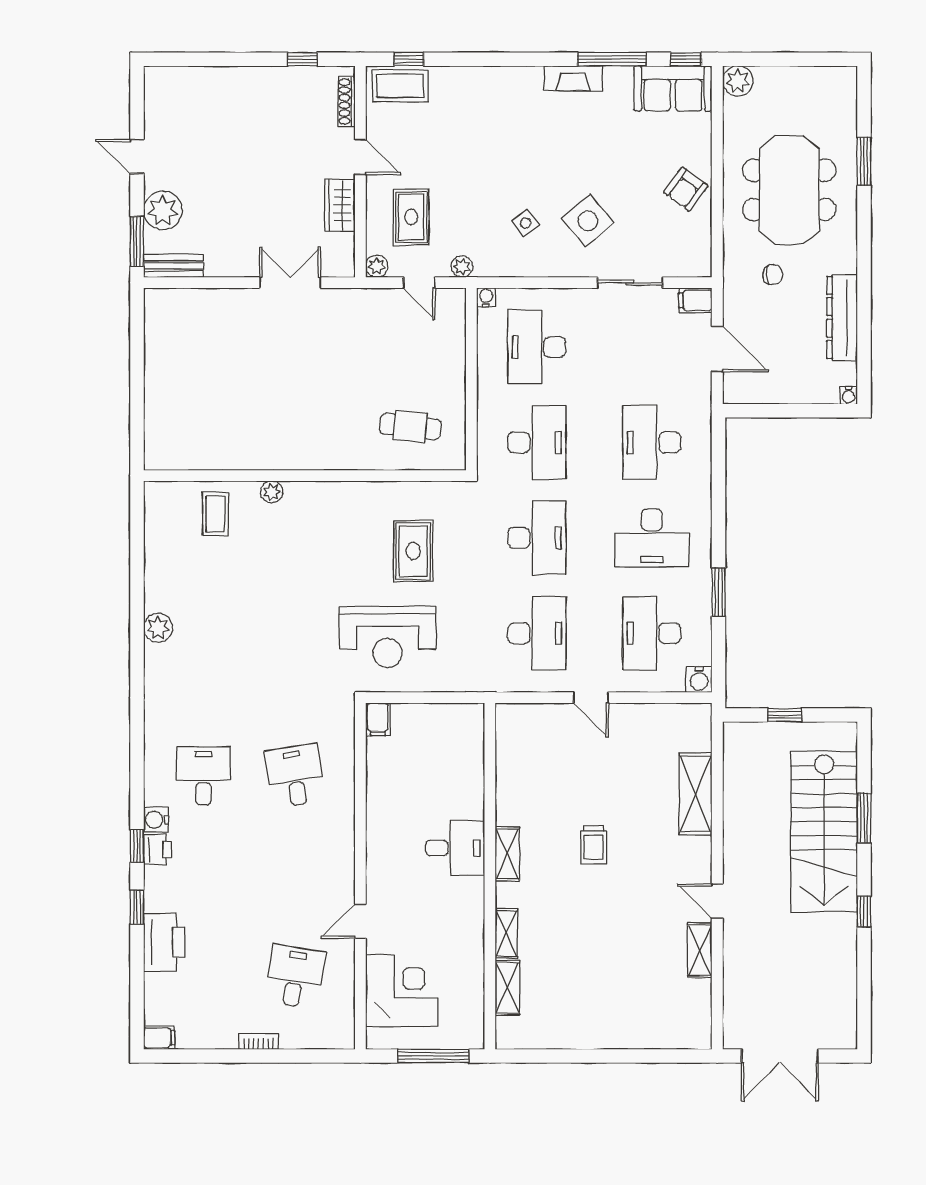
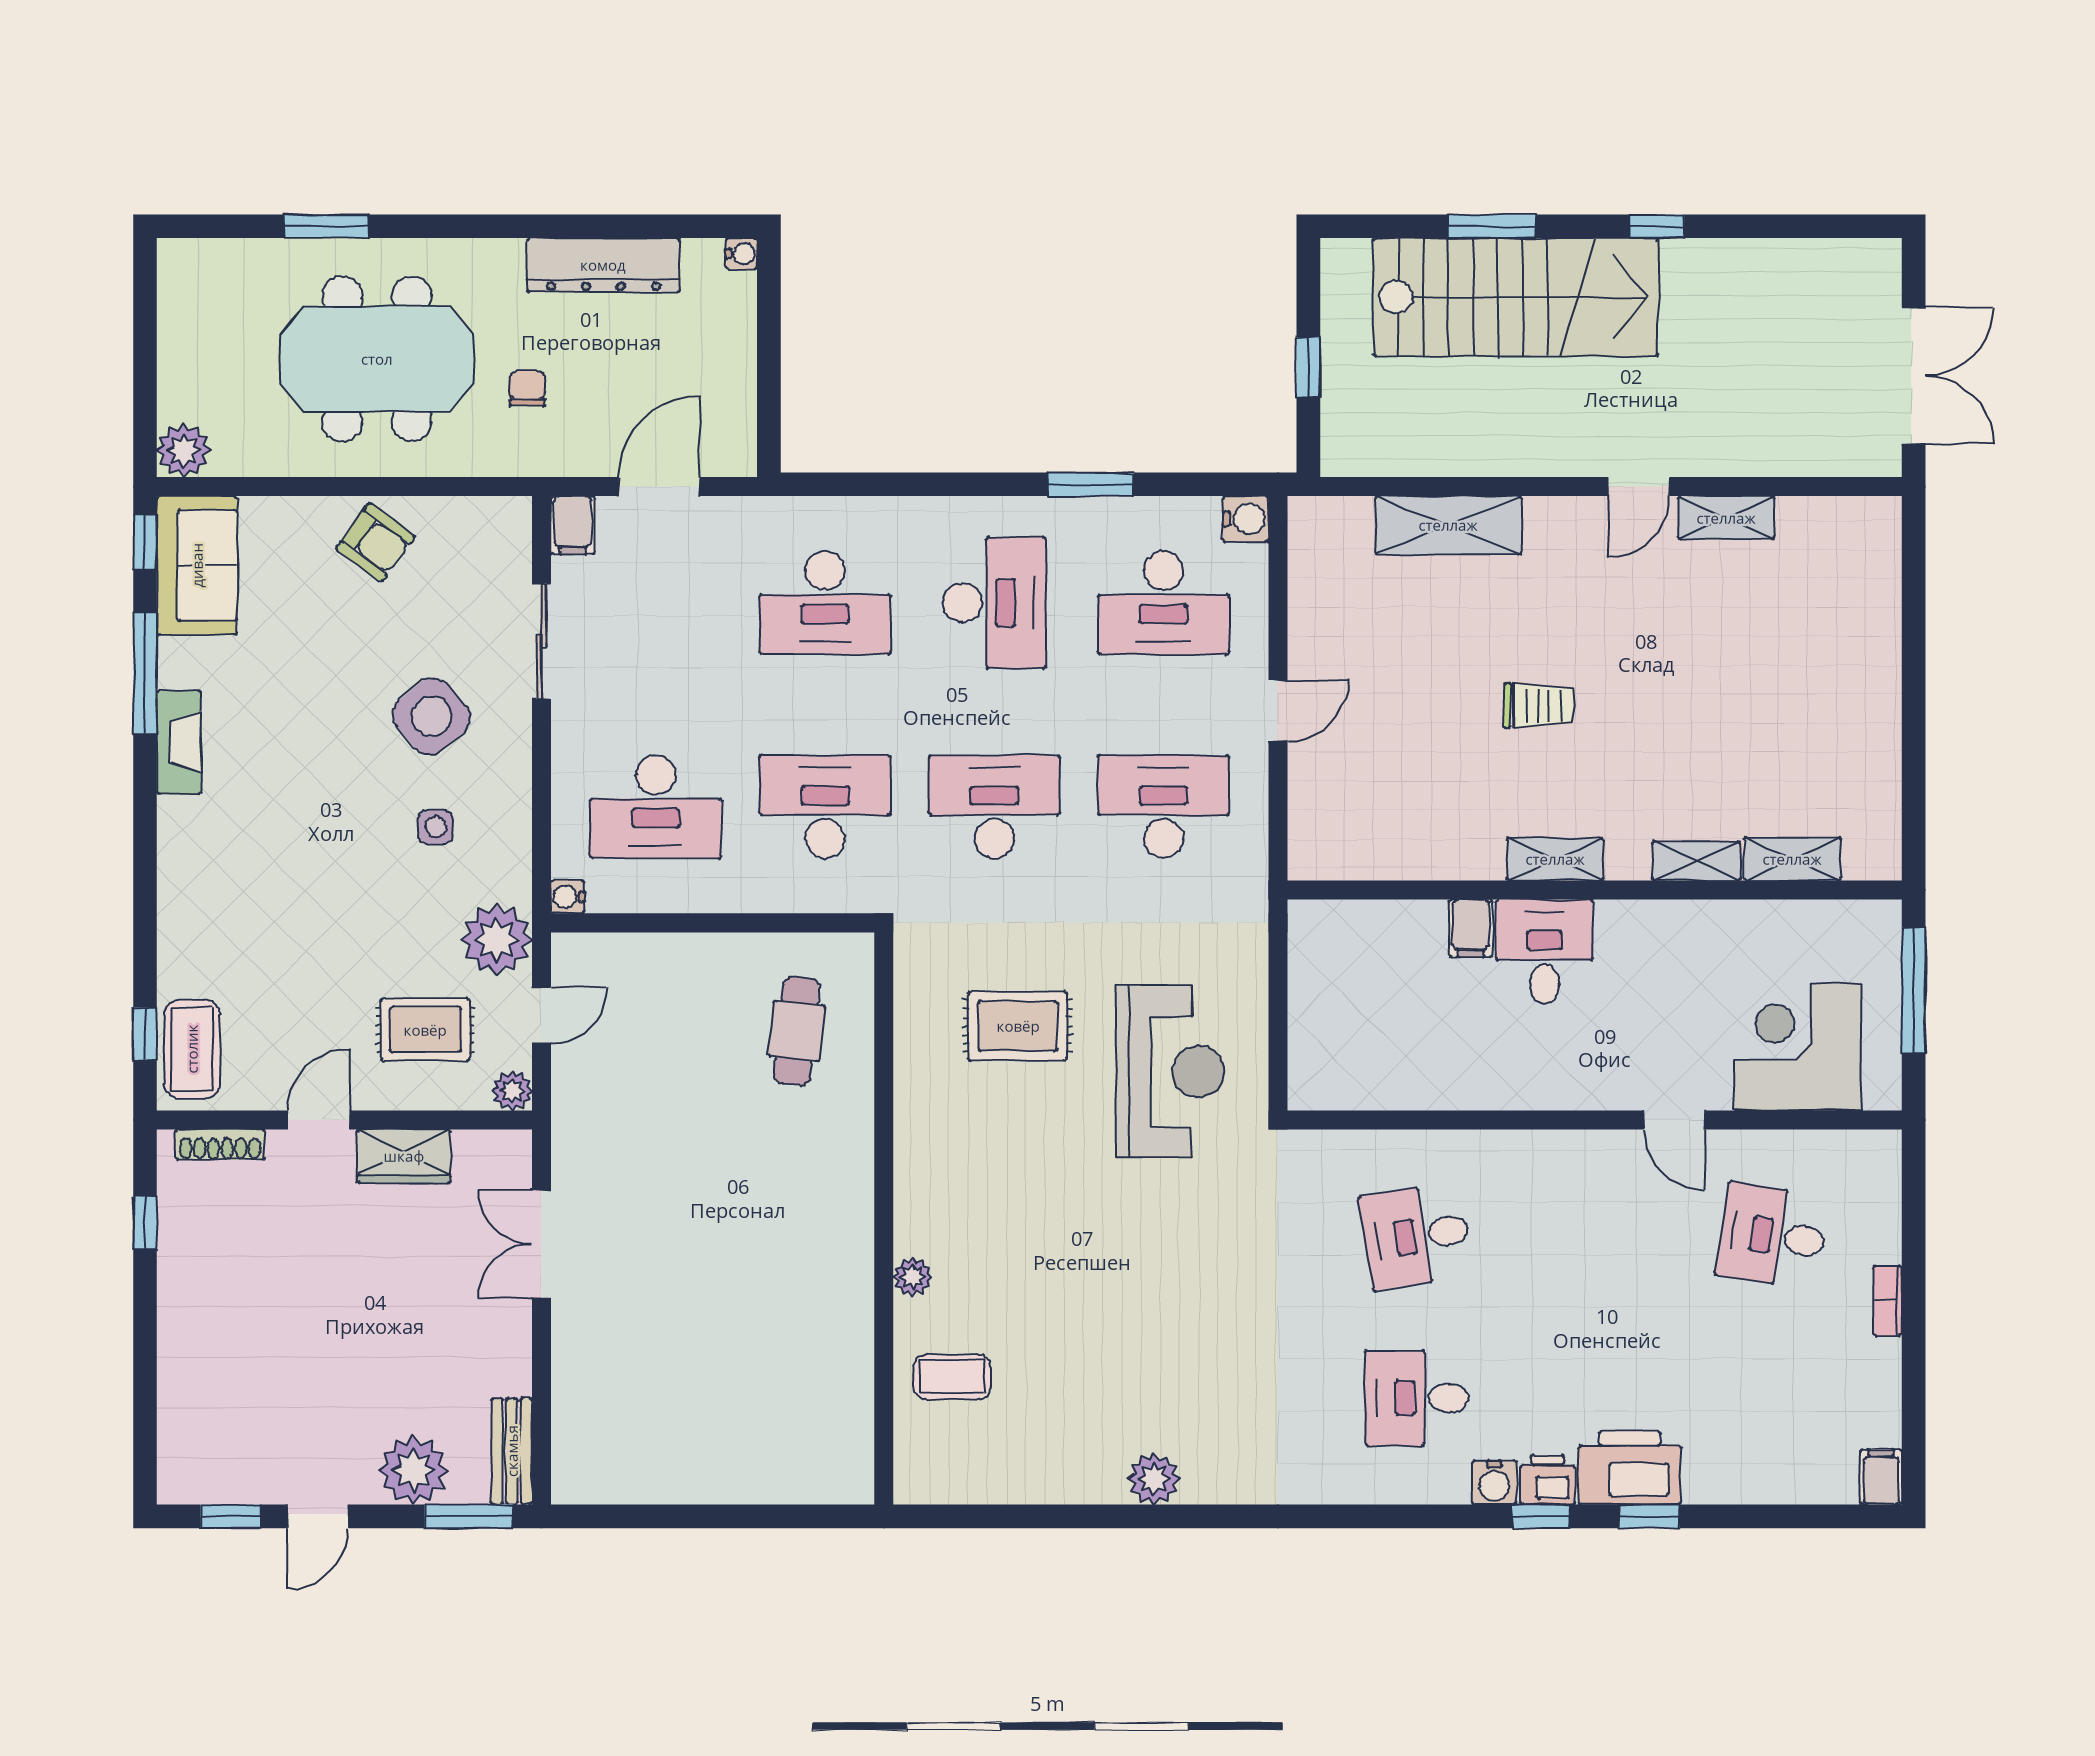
window: (137, 107) -> (231, 1516), added
side table: (525, 223) -> (436, 827), turned 37
plant: (462, 267) -> (497, 940), width x1.88, depth x1.88
filing cabinet: (378, 719) -> (1471, 928), moved, turned 90
printer: (164, 942) -> (1630, 1468), moved

